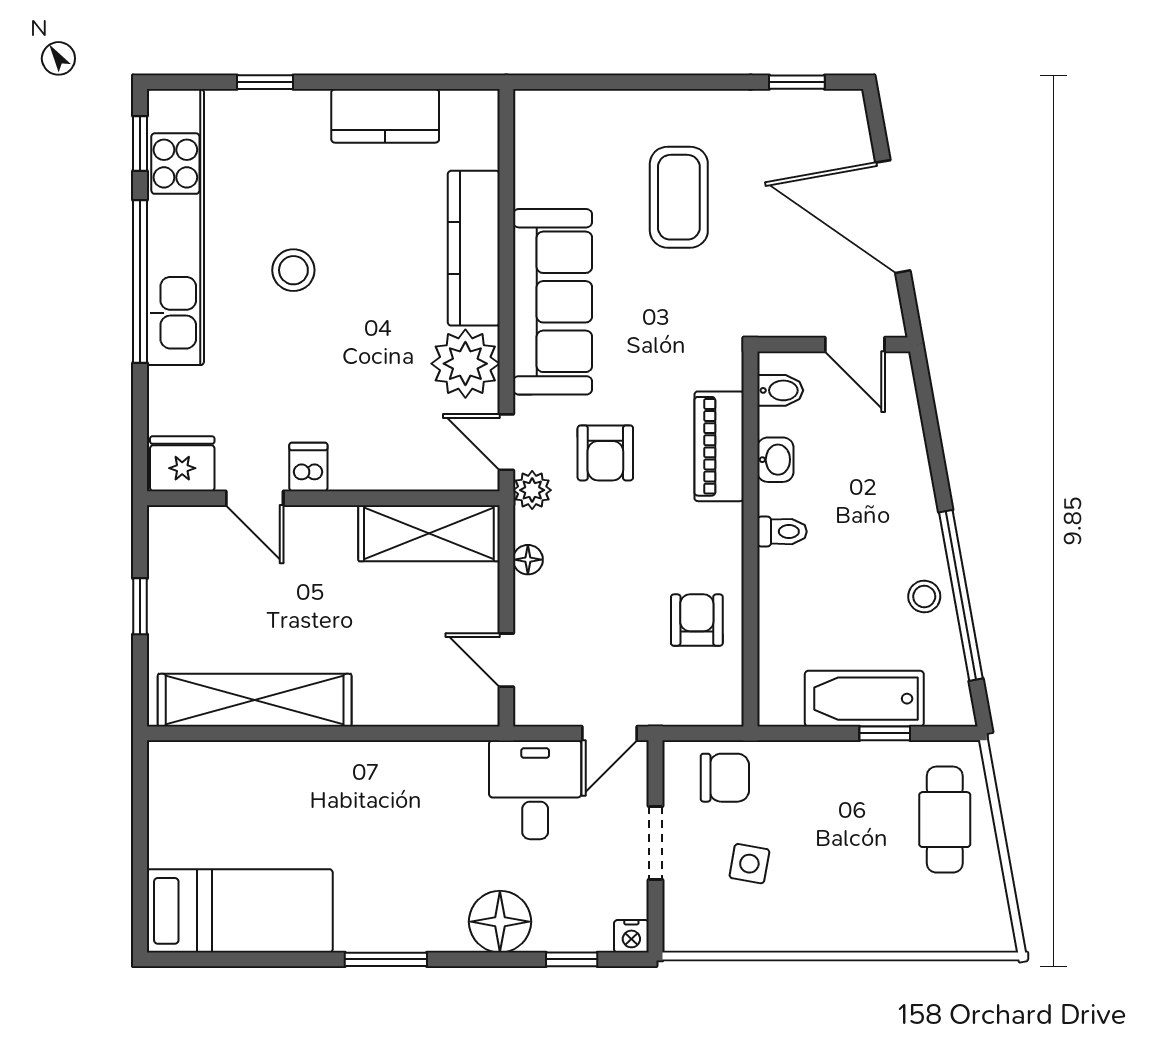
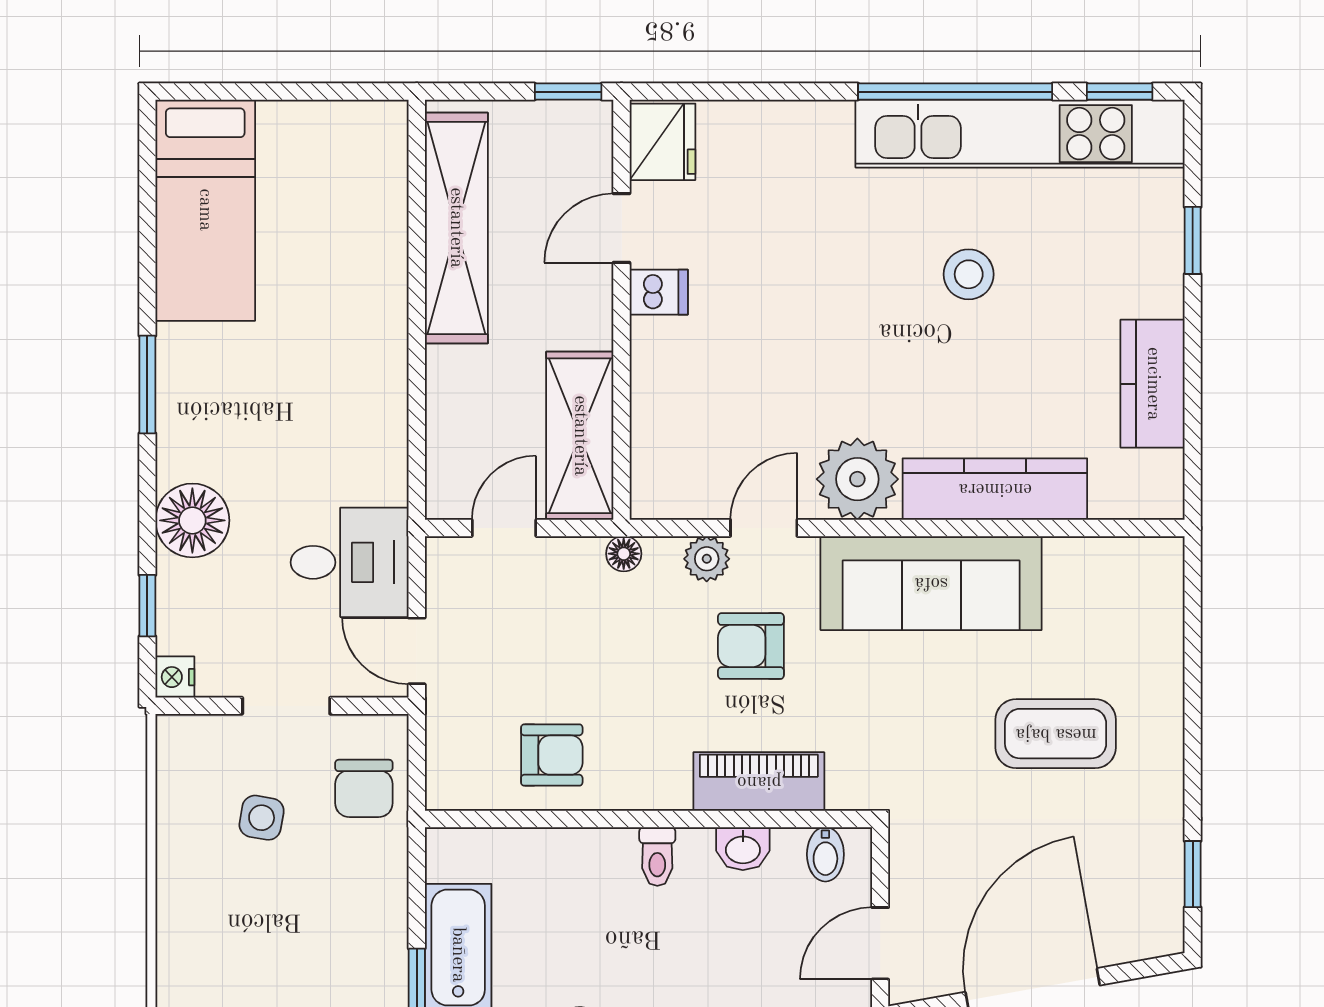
fridge: (182, 464) -> (663, 142), moved
dishwasher: (308, 467) -> (659, 292), moved
door: (255, 498) -> (622, 228), moved
wall: (323, 498) -> (622, 310), moved
shelving: (429, 533) -> (580, 436), moved

